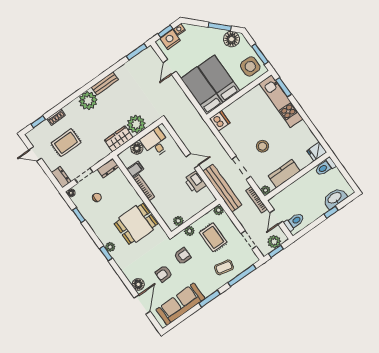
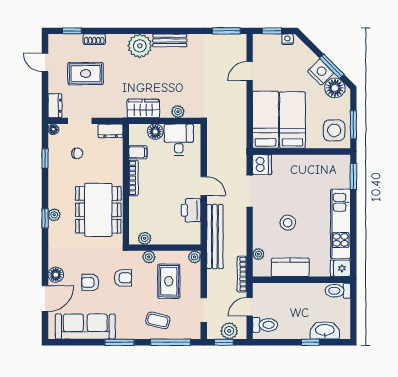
nightstand: (170, 39) -> (321, 72), moved, turned 45
kitchen unit: (281, 101) -> (341, 224), moved
plant: (136, 124) -> (178, 112), width x0.53, depth x0.53
doorway: (241, 168) -> (250, 191), moved
plant: (266, 190) -> (258, 254), moved
dining table: (136, 224) -> (98, 210), width x1.38

